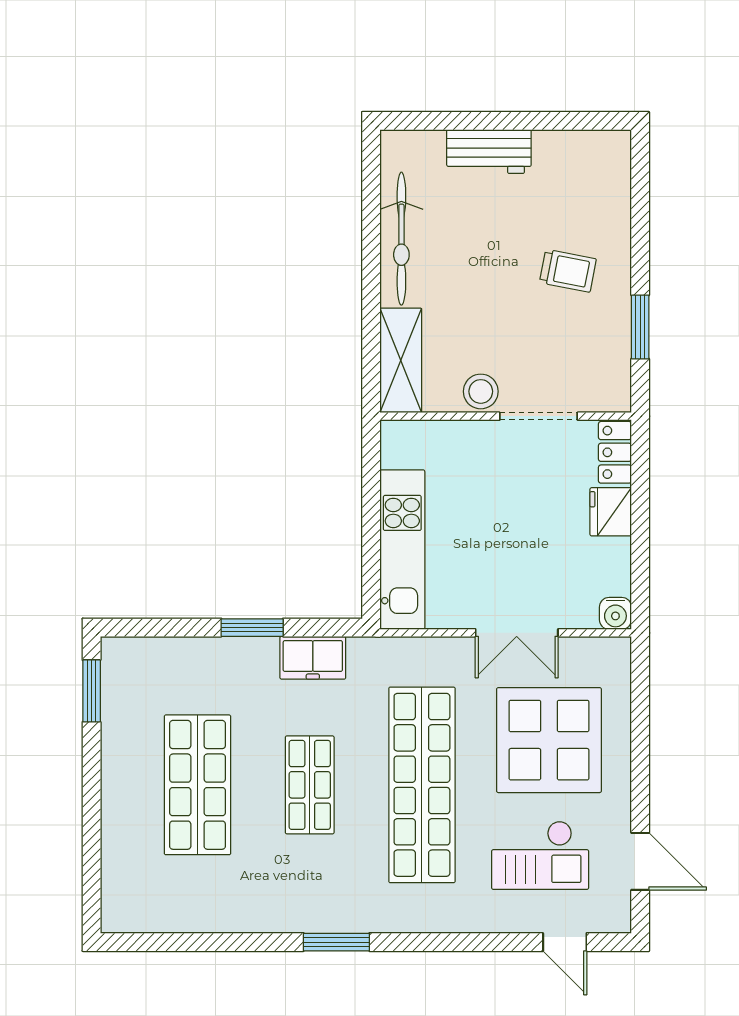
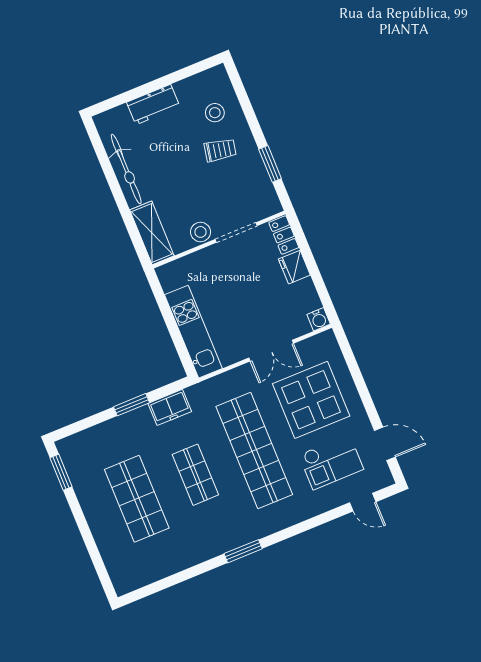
stool: (584, 206) -> (215, 113), added

